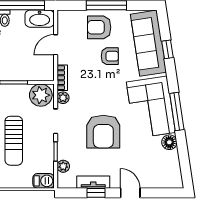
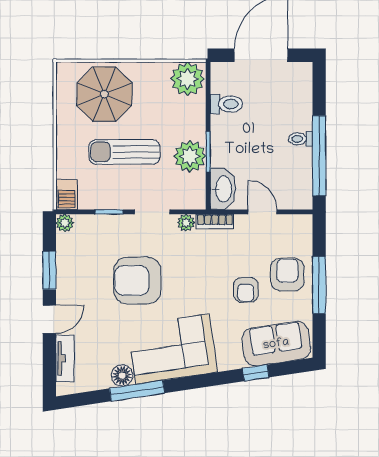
washbasin: (40, 19) -> (223, 189), moved, turned 180
sofa: (148, 43) -> (276, 344), width x0.73
plant: (41, 95) -> (190, 156), moved
window: (177, 112) -> (137, 391), moved
plant: (63, 166) -> (65, 223), moved
tv unit: (93, 182) -> (65, 358), moved
window: (96, 193) -> (49, 270), width x1.50

